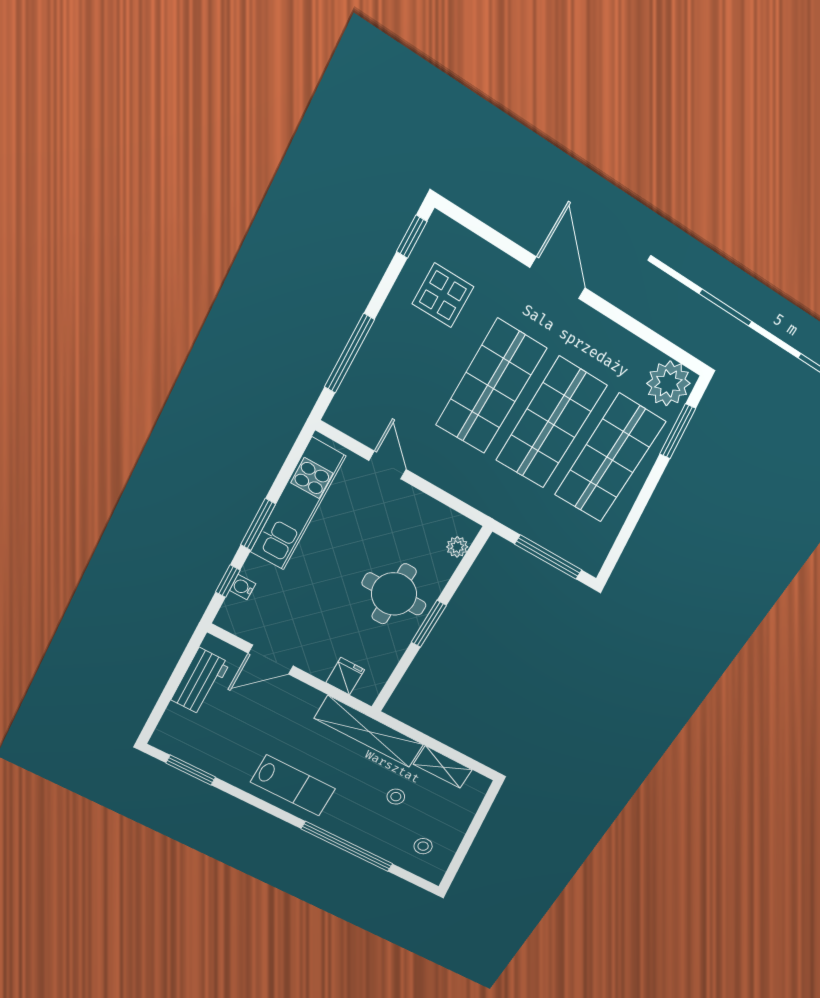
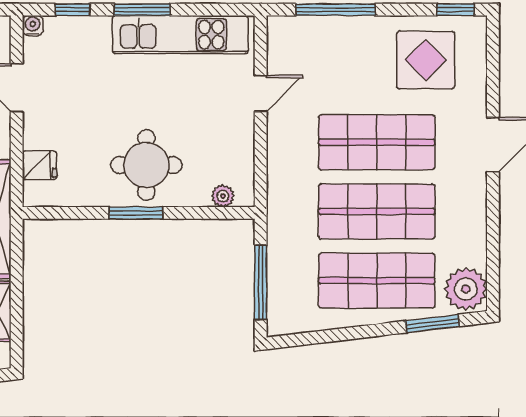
display table: (443, 295) -> (426, 60), width x1.36, depth x1.36
water cooler: (242, 587) -> (33, 26), moved

